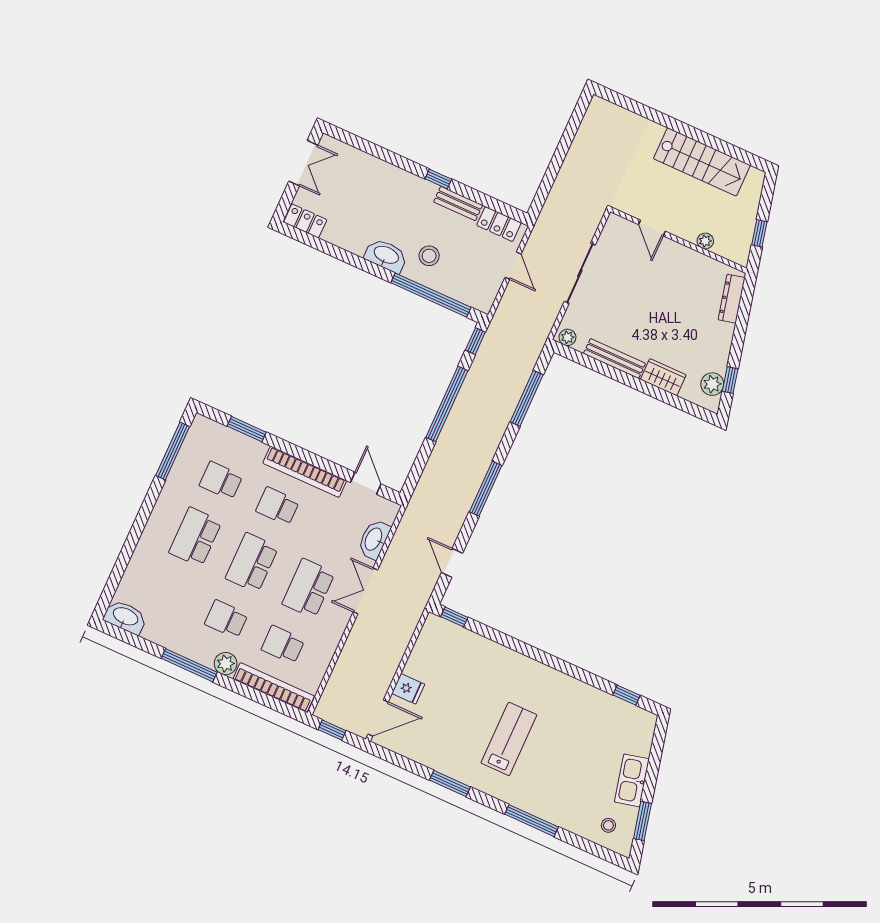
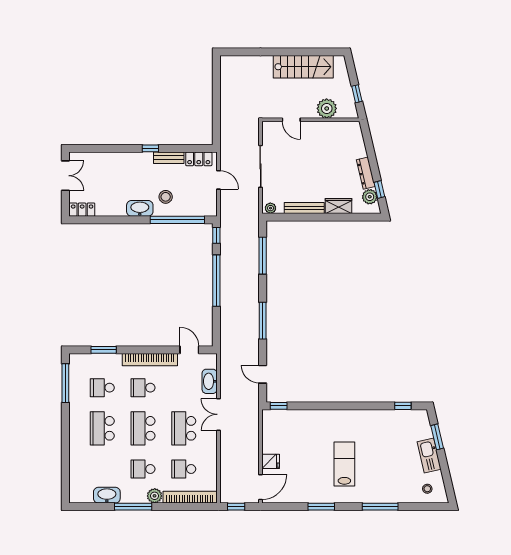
plant: (705, 241) -> (327, 108), width x1.88, depth x1.88
dresser: (732, 299) -> (366, 173), moved
washbasin: (125, 617) -> (107, 495), moved
window: (642, 821) -> (437, 437), moved

